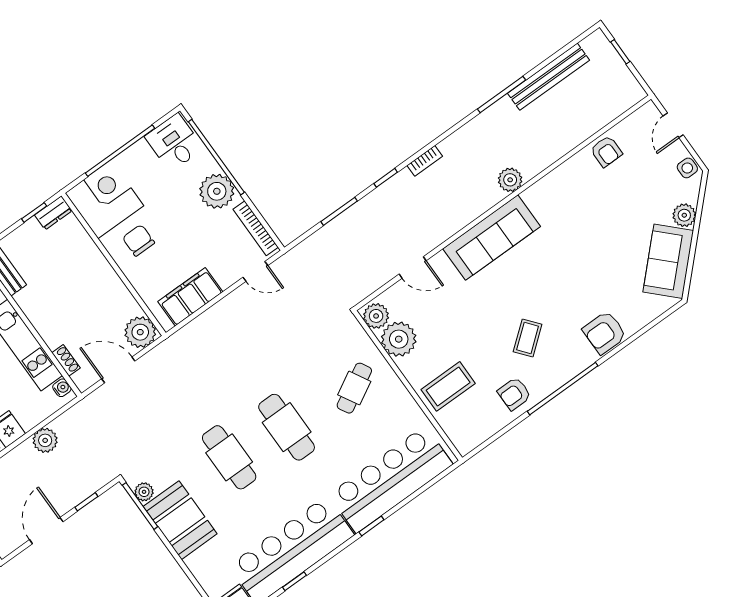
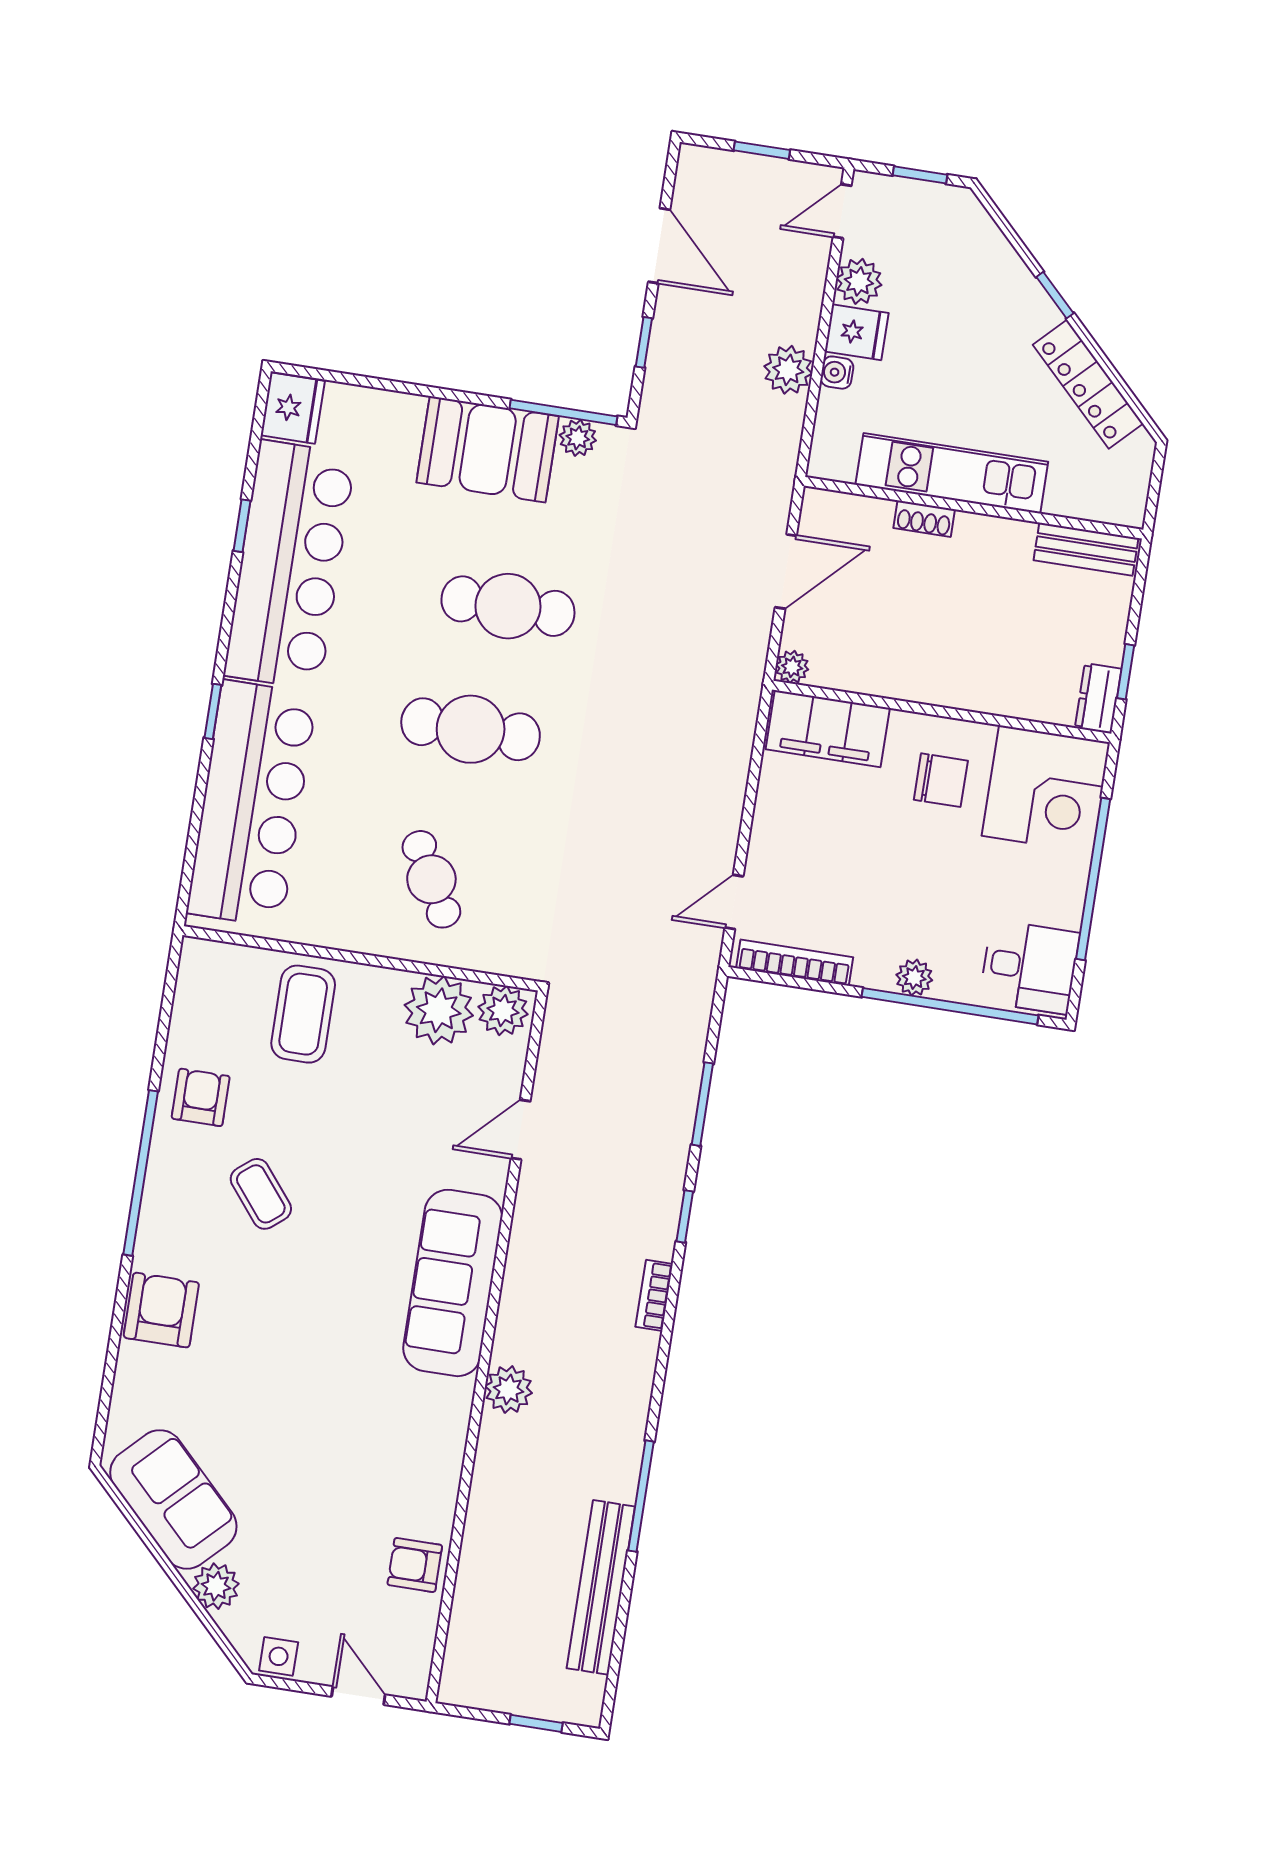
plant: (217, 191) -> (914, 978), width x0.53, depth x0.53
filing cabinet: (190, 297) -> (828, 729), moved, turned 90
plant: (140, 332) -> (792, 667), width x0.53, depth x0.53
shoe rack: (66, 360) -> (924, 519), moved
water cooler: (62, 388) -> (837, 373), moved, turned 90

